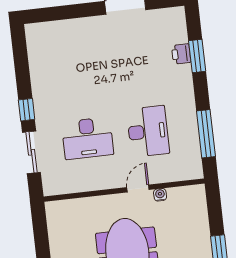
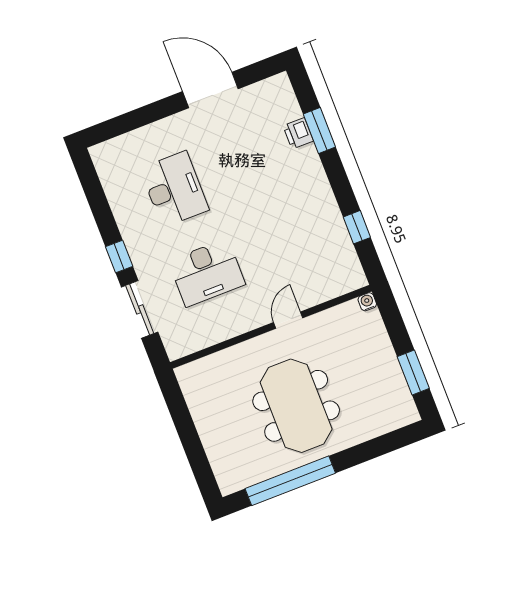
desk: (148, 131) -> (174, 189), moved
window: (206, 134) -> (357, 227), width x0.46
water cooler: (160, 195) -> (367, 302), moved

